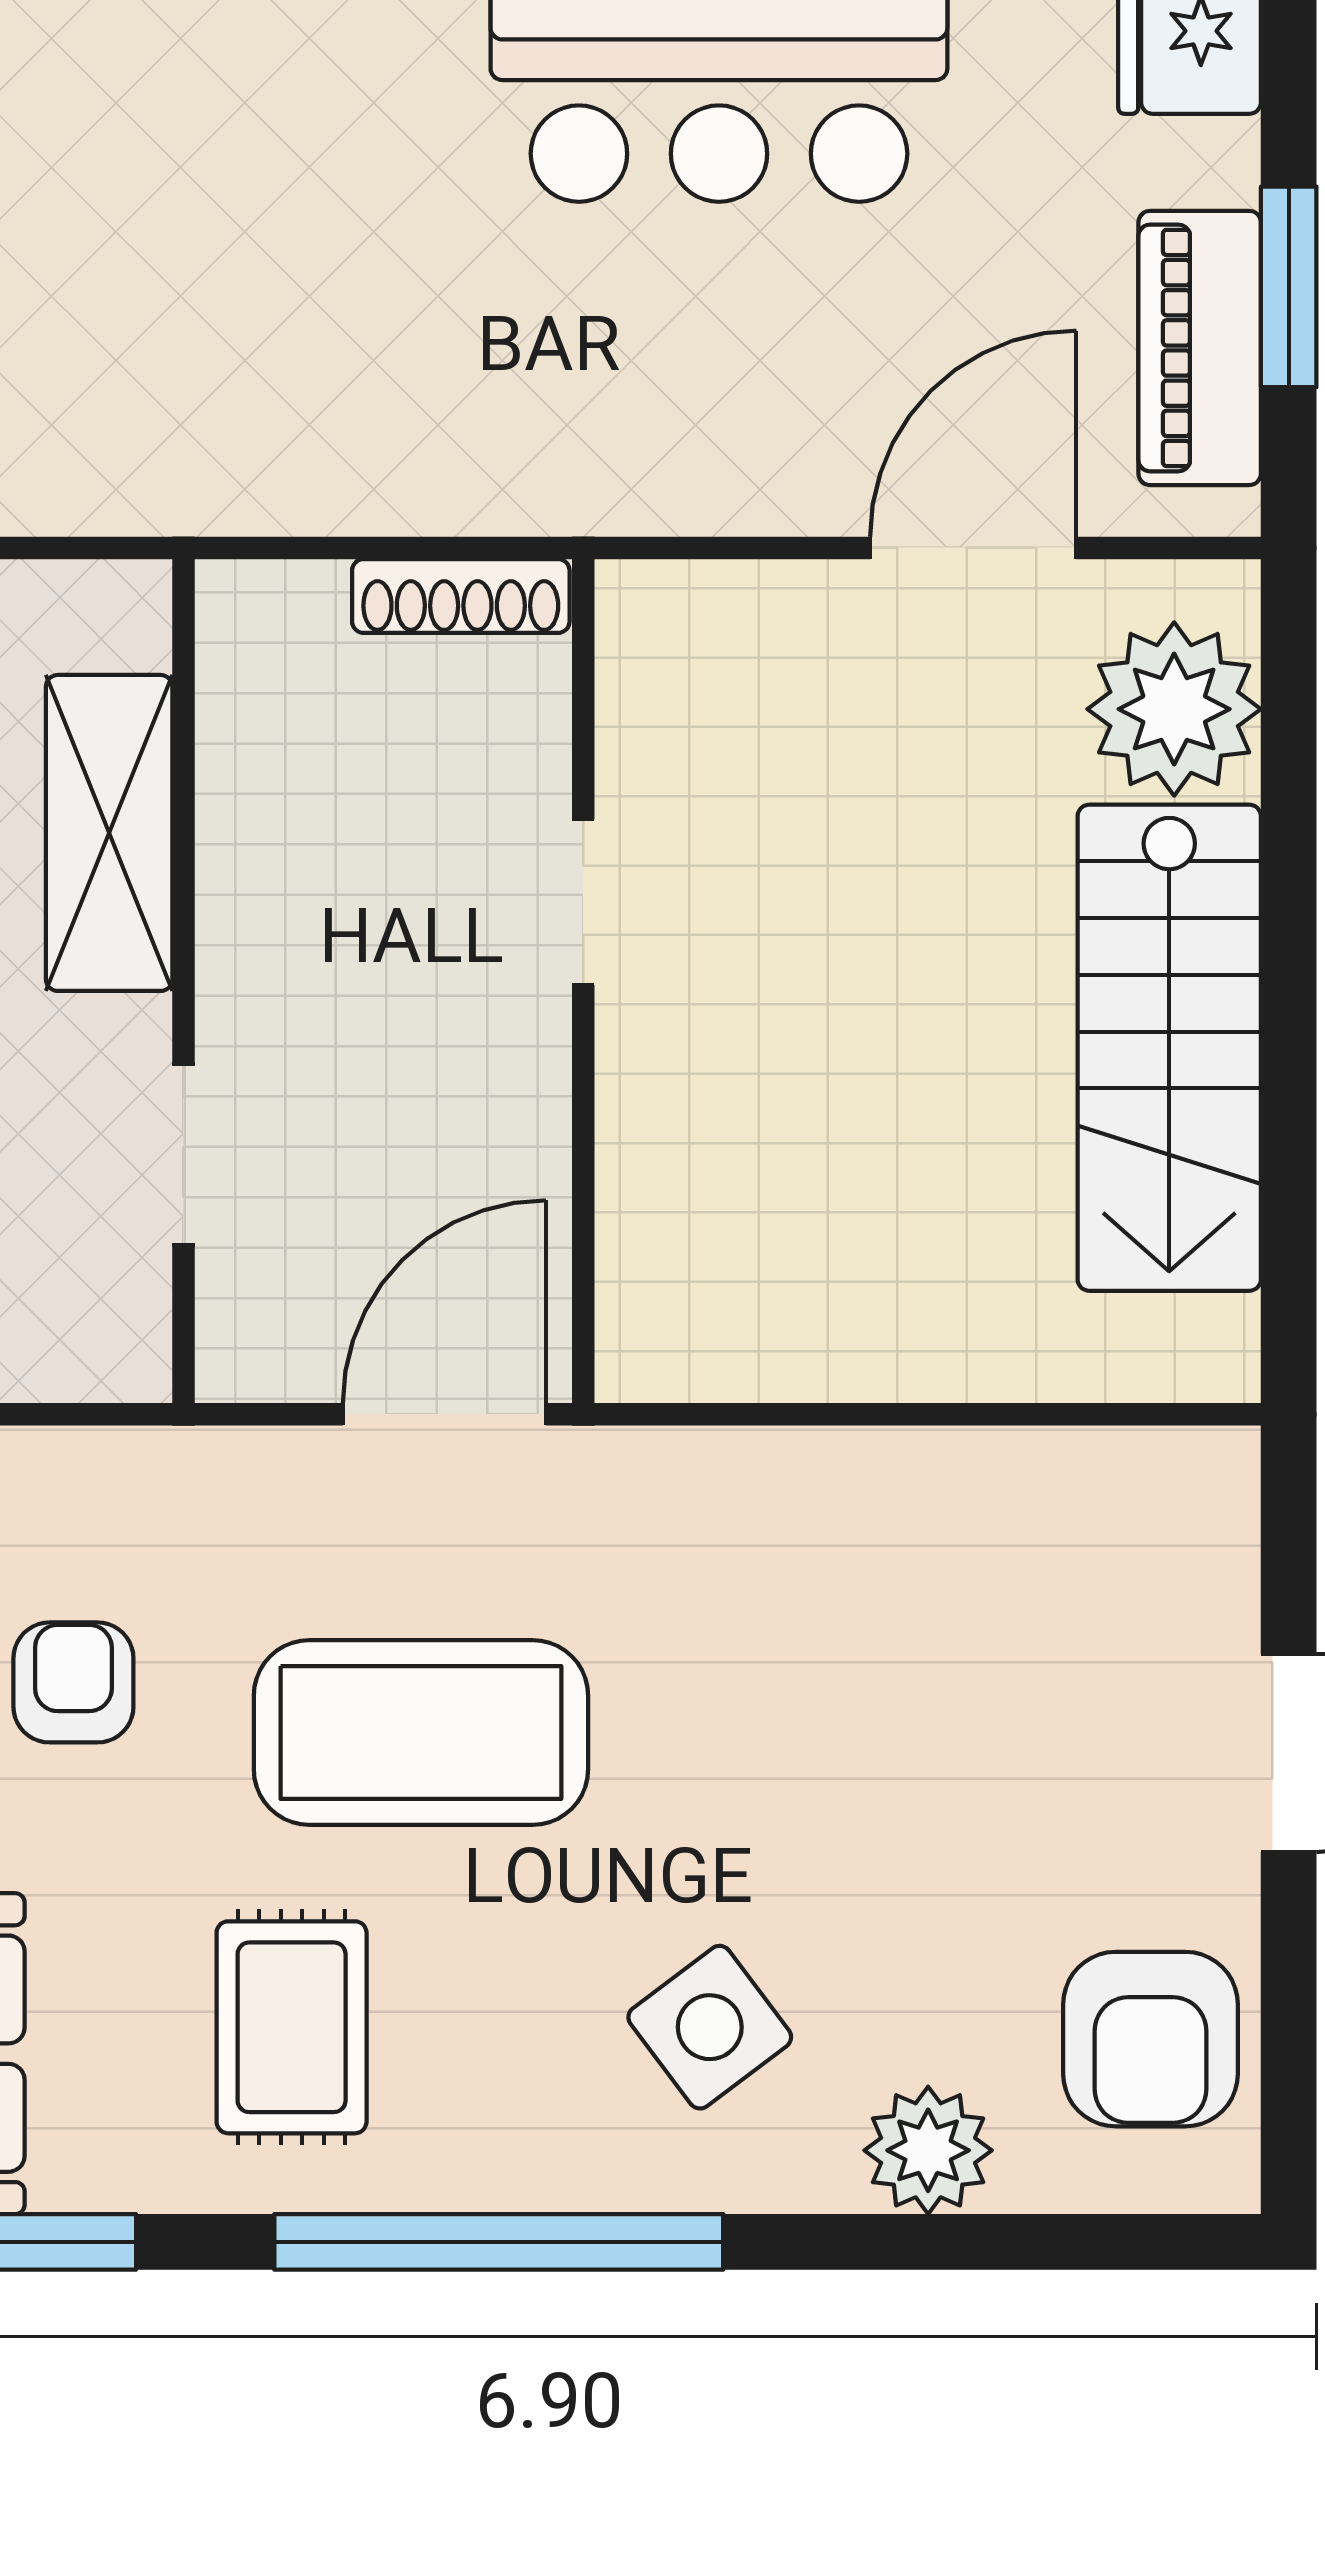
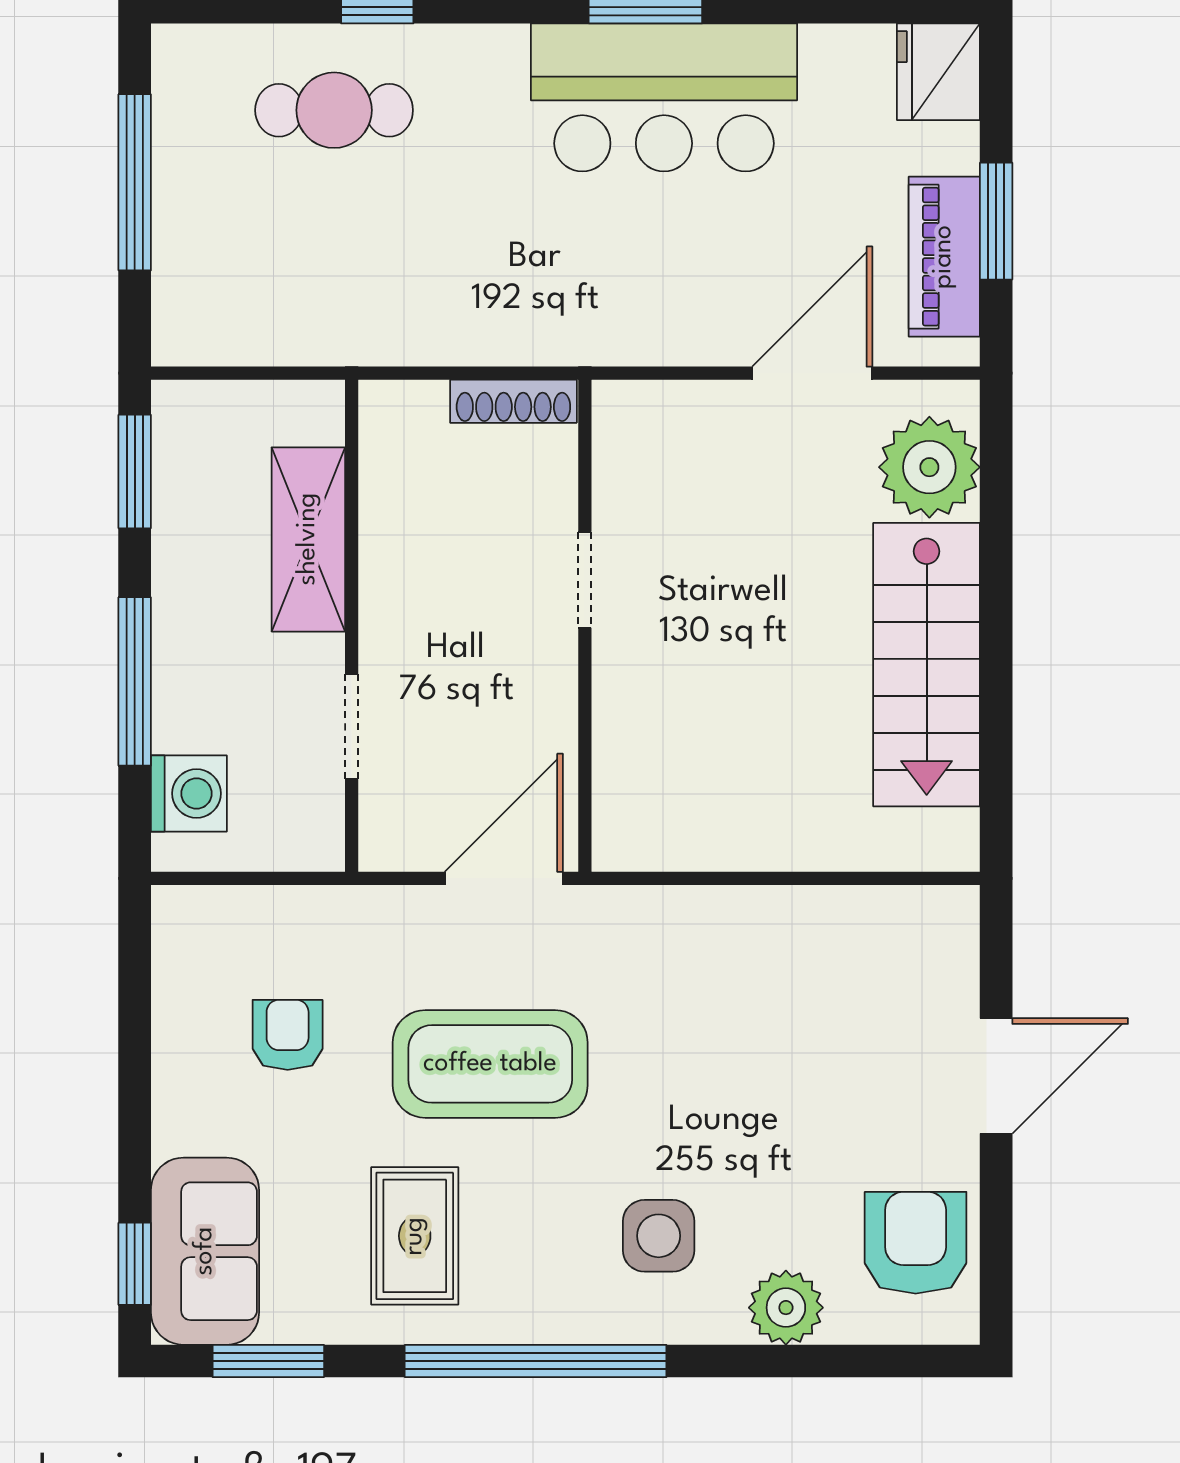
cafe table: (153, 97) -> (334, 110), added
side table: (710, 2027) -> (659, 1236), turned 37
armchair: (1150, 2039) -> (916, 1243), turned 180

